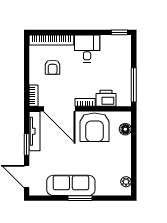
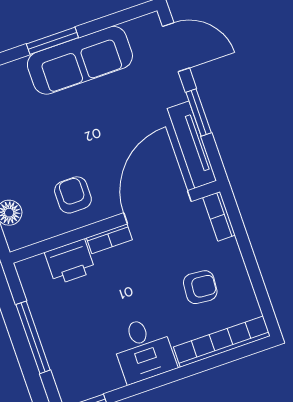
armchair: (53, 67) -> (200, 287), turned 95
window: (134, 85) -> (33, 337), moved
door: (59, 109) -> (158, 207), hinge flipped
armchair: (95, 127) -> (73, 195), width x0.53, depth x0.53

